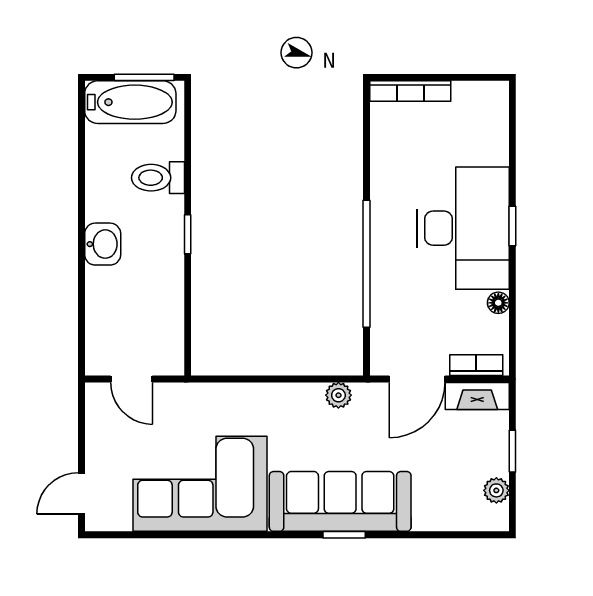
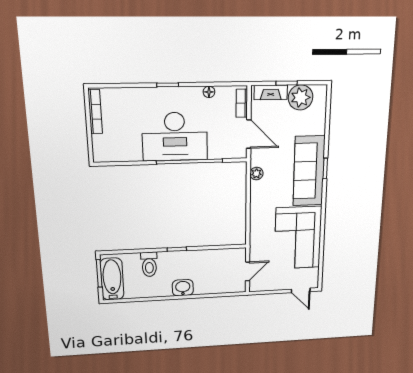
bookcase: (410, 91) -> (95, 112), moved
desk: (463, 228) -> (175, 137), moved, turned 180
fireplace: (477, 396) -> (271, 92), moved, turned 90
plant: (496, 490) -> (301, 97), width x1.88, depth x1.88

